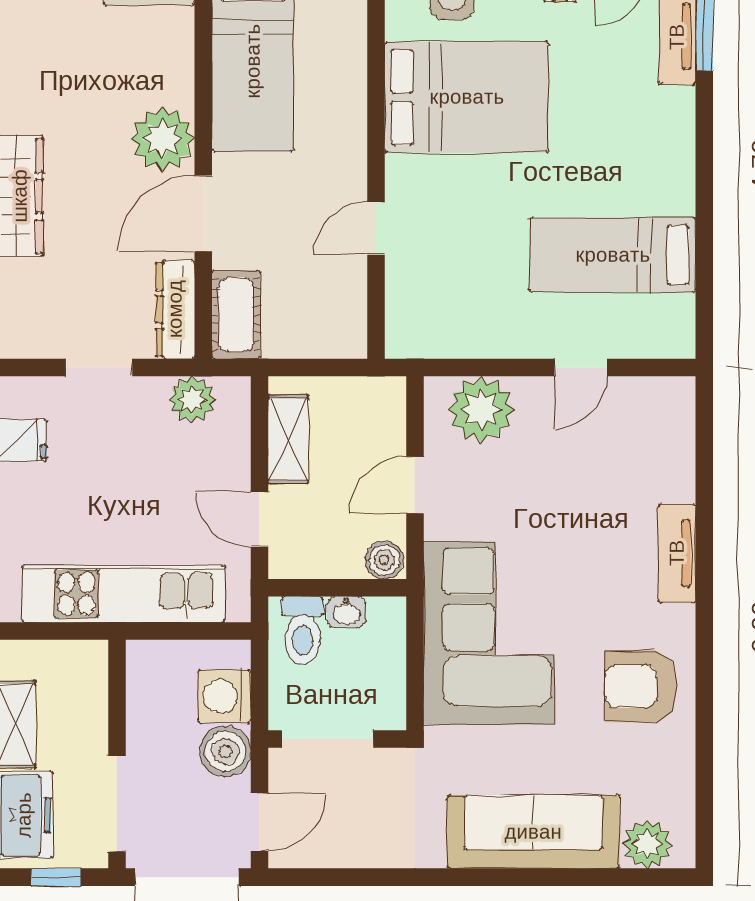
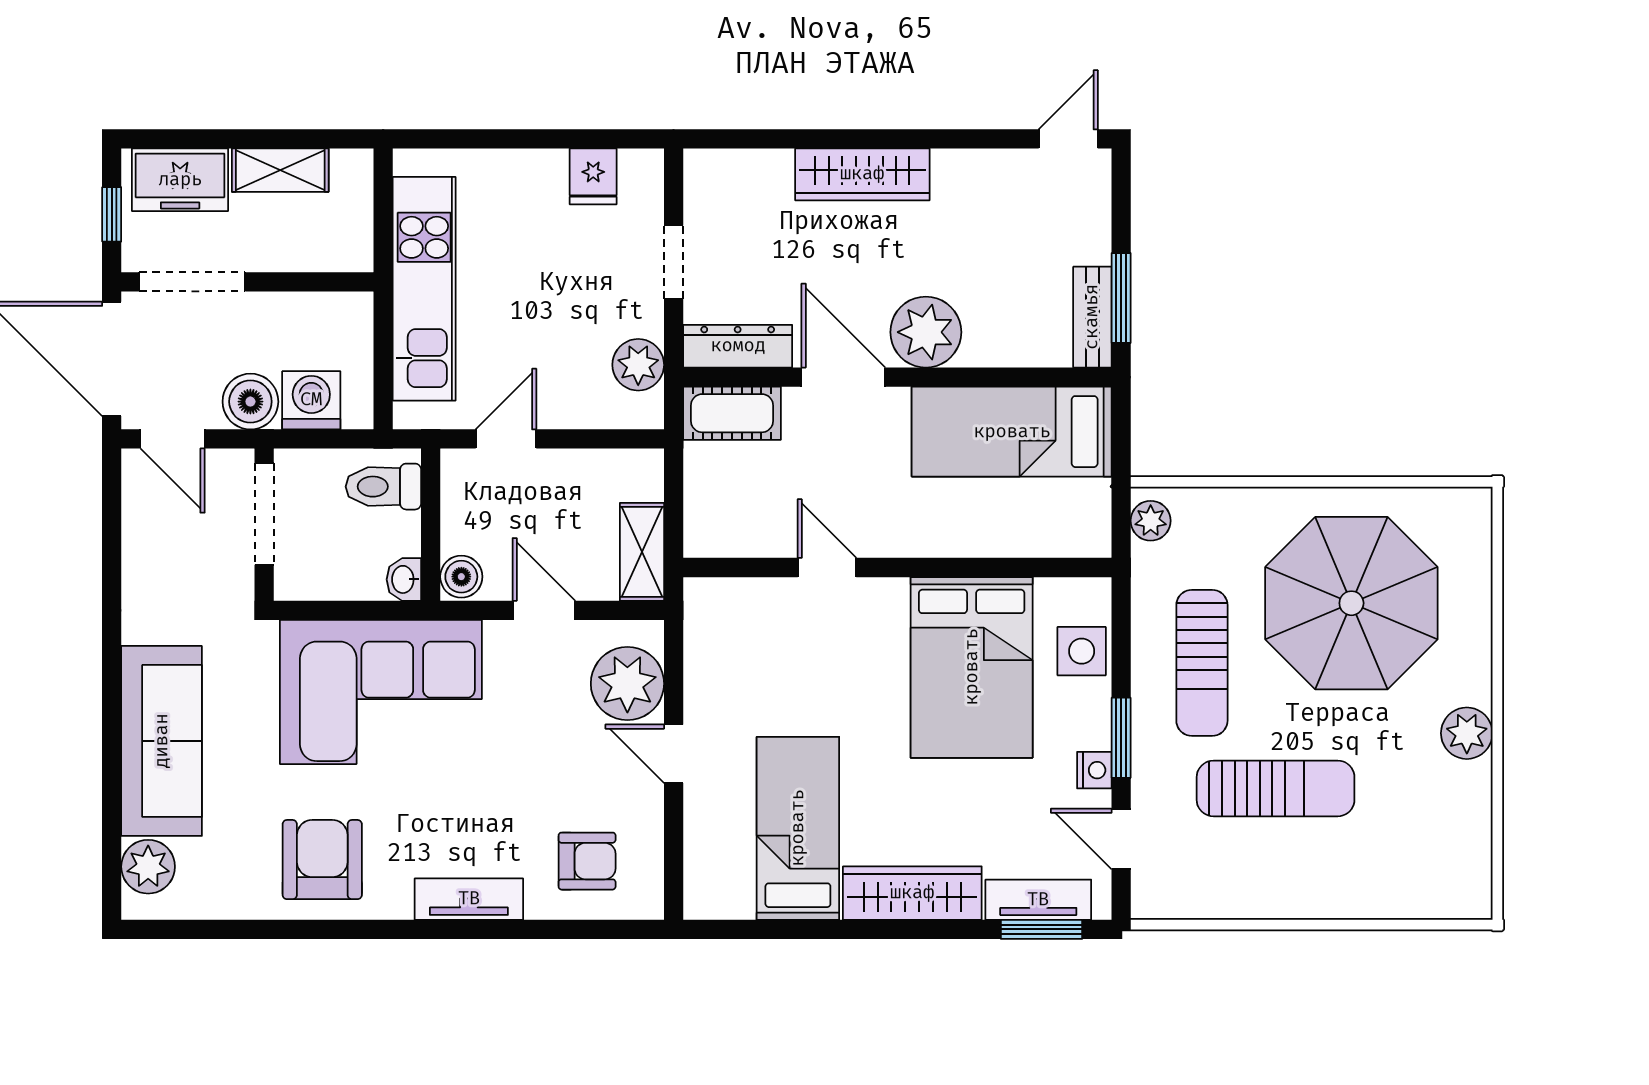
wardrobe: (671, 151) -> (912, 893), added
door: (581, 368) -> (674, 754), moved
shelving: (288, 439) -> (642, 552), moved, turned 90
armchair: (642, 446) -> (587, 861), added
washbasin: (346, 612) -> (404, 579), moved

